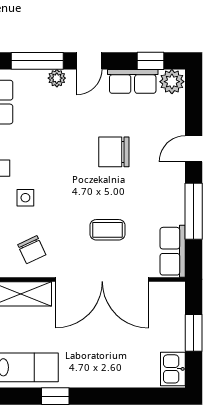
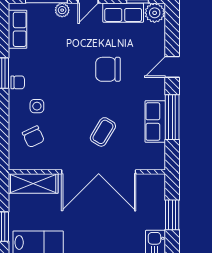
coffee table: (108, 230) -> (103, 132), turned -59
chair: (32, 250) -> (33, 137), moved
row of seats: (173, 251) -> (155, 122), moved

